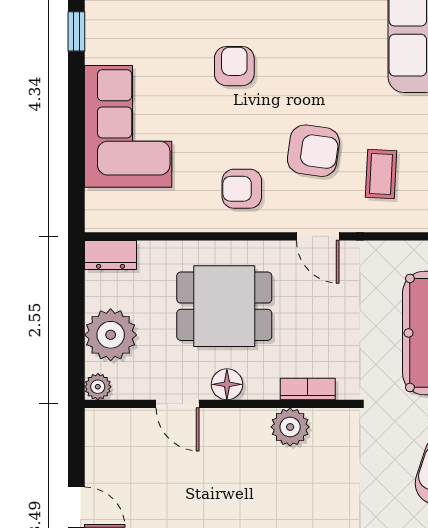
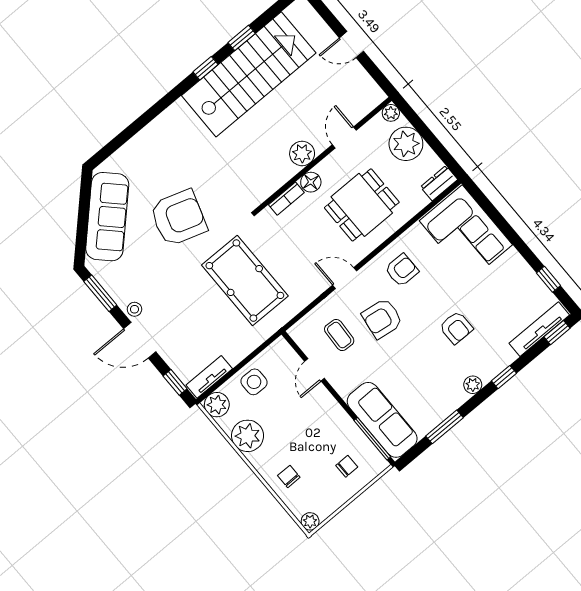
corner sofa: (128, 126) -> (466, 233), moved
floor lamp: (227, 384) -> (311, 182), moved
door: (178, 404) -> (344, 137), hinge flipped
plant: (290, 427) -> (302, 154), moved

